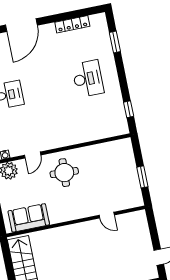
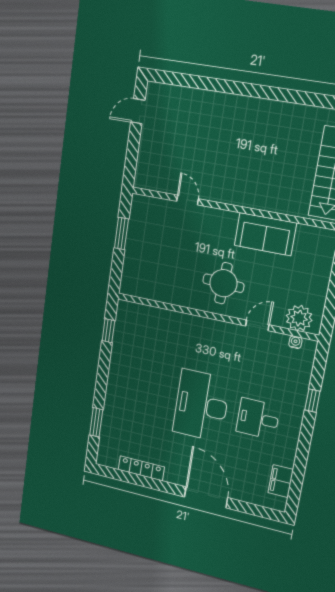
door: (21, 25) -> (206, 497), hinge flipped
desk: (88, 79) -> (201, 405), moved, width x1.36, depth x1.30
sofa: (29, 218) -> (265, 234), moved

